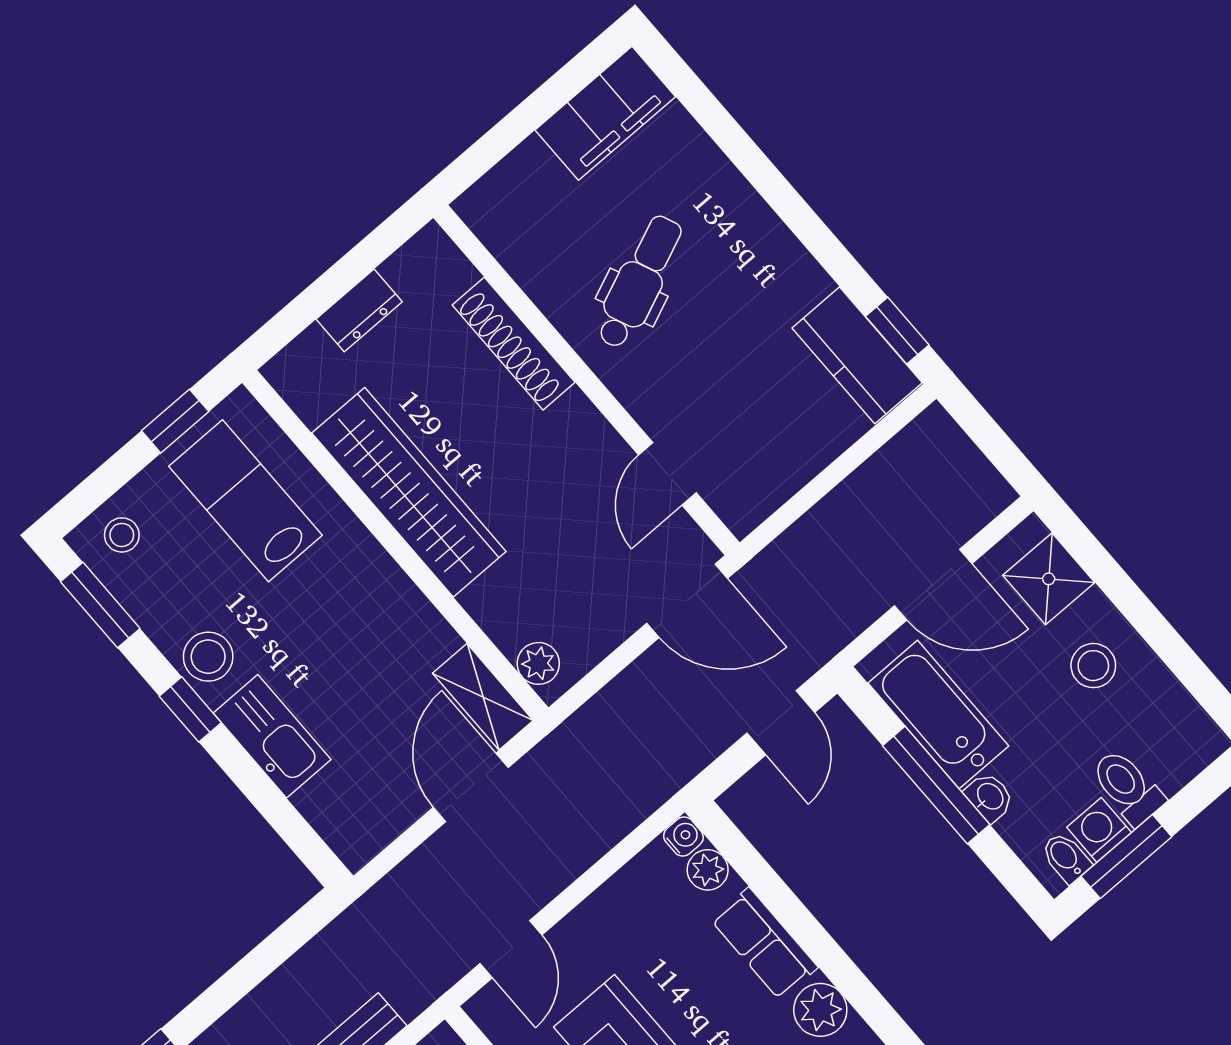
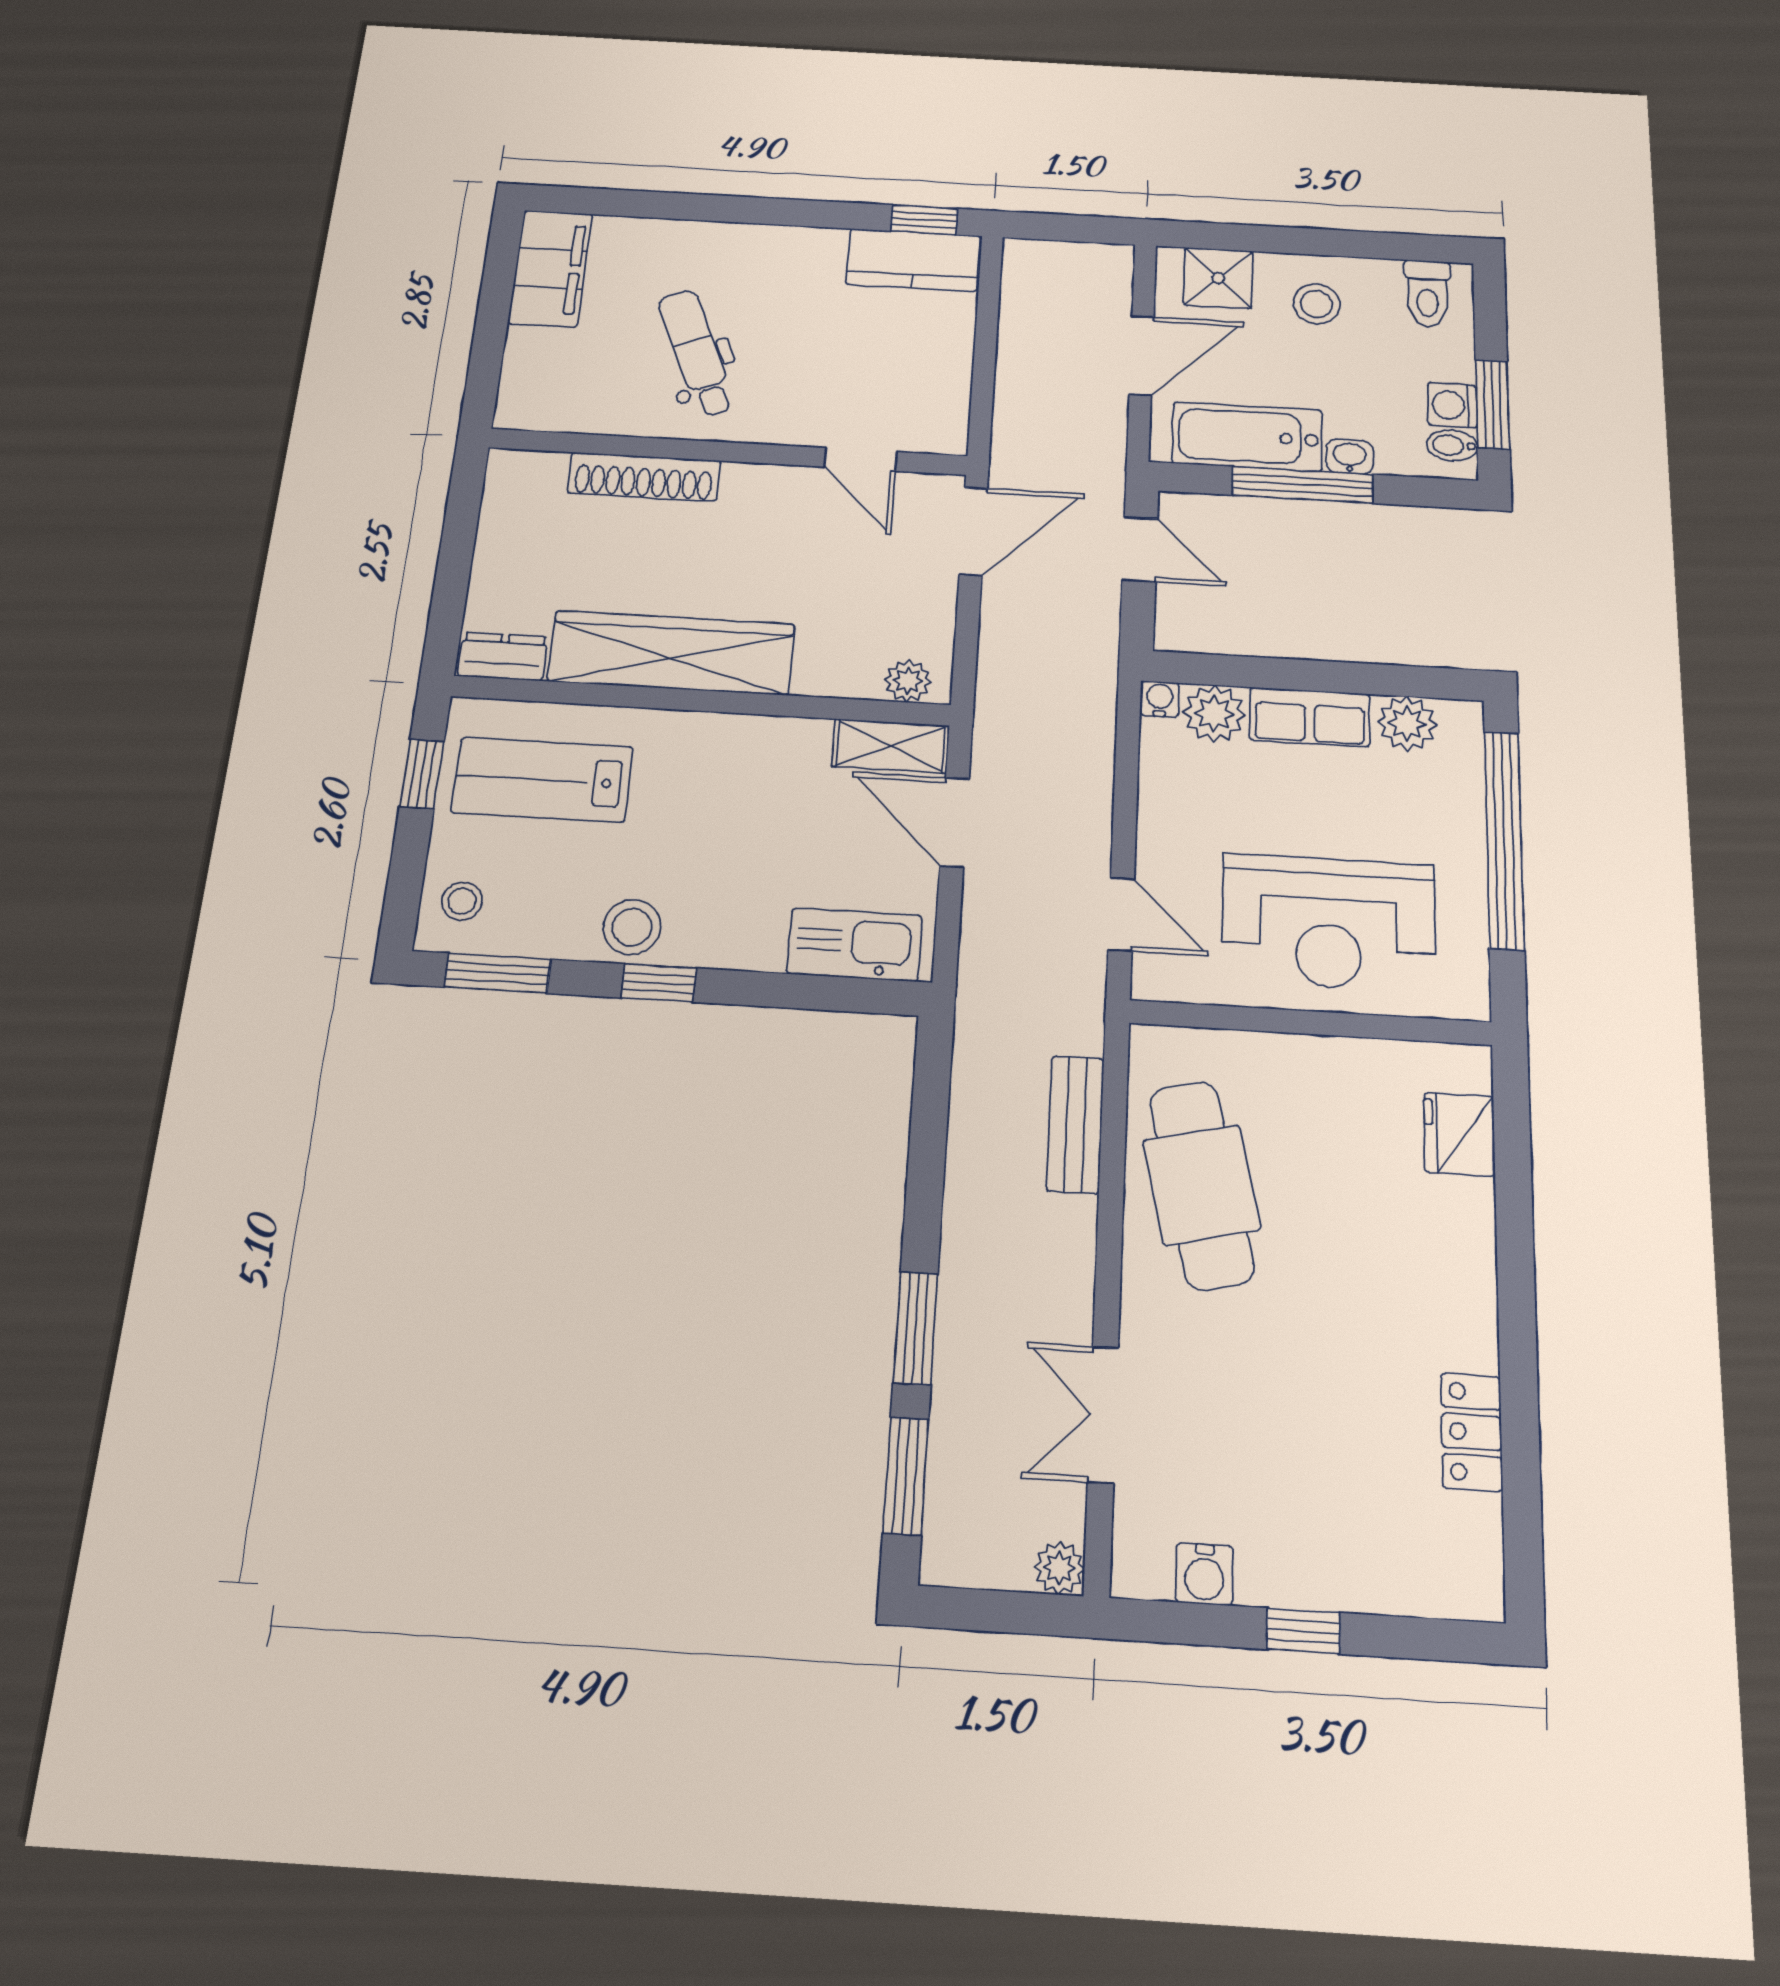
dresser: (359, 310) -> (503, 656), moved, turned -90
kitchen sink: (272, 736) -> (855, 945), moved
toilet: (1127, 787) -> (1427, 294), moved, turned -90
plant: (708, 870) -> (1214, 714), width x1.38, depth x1.38

